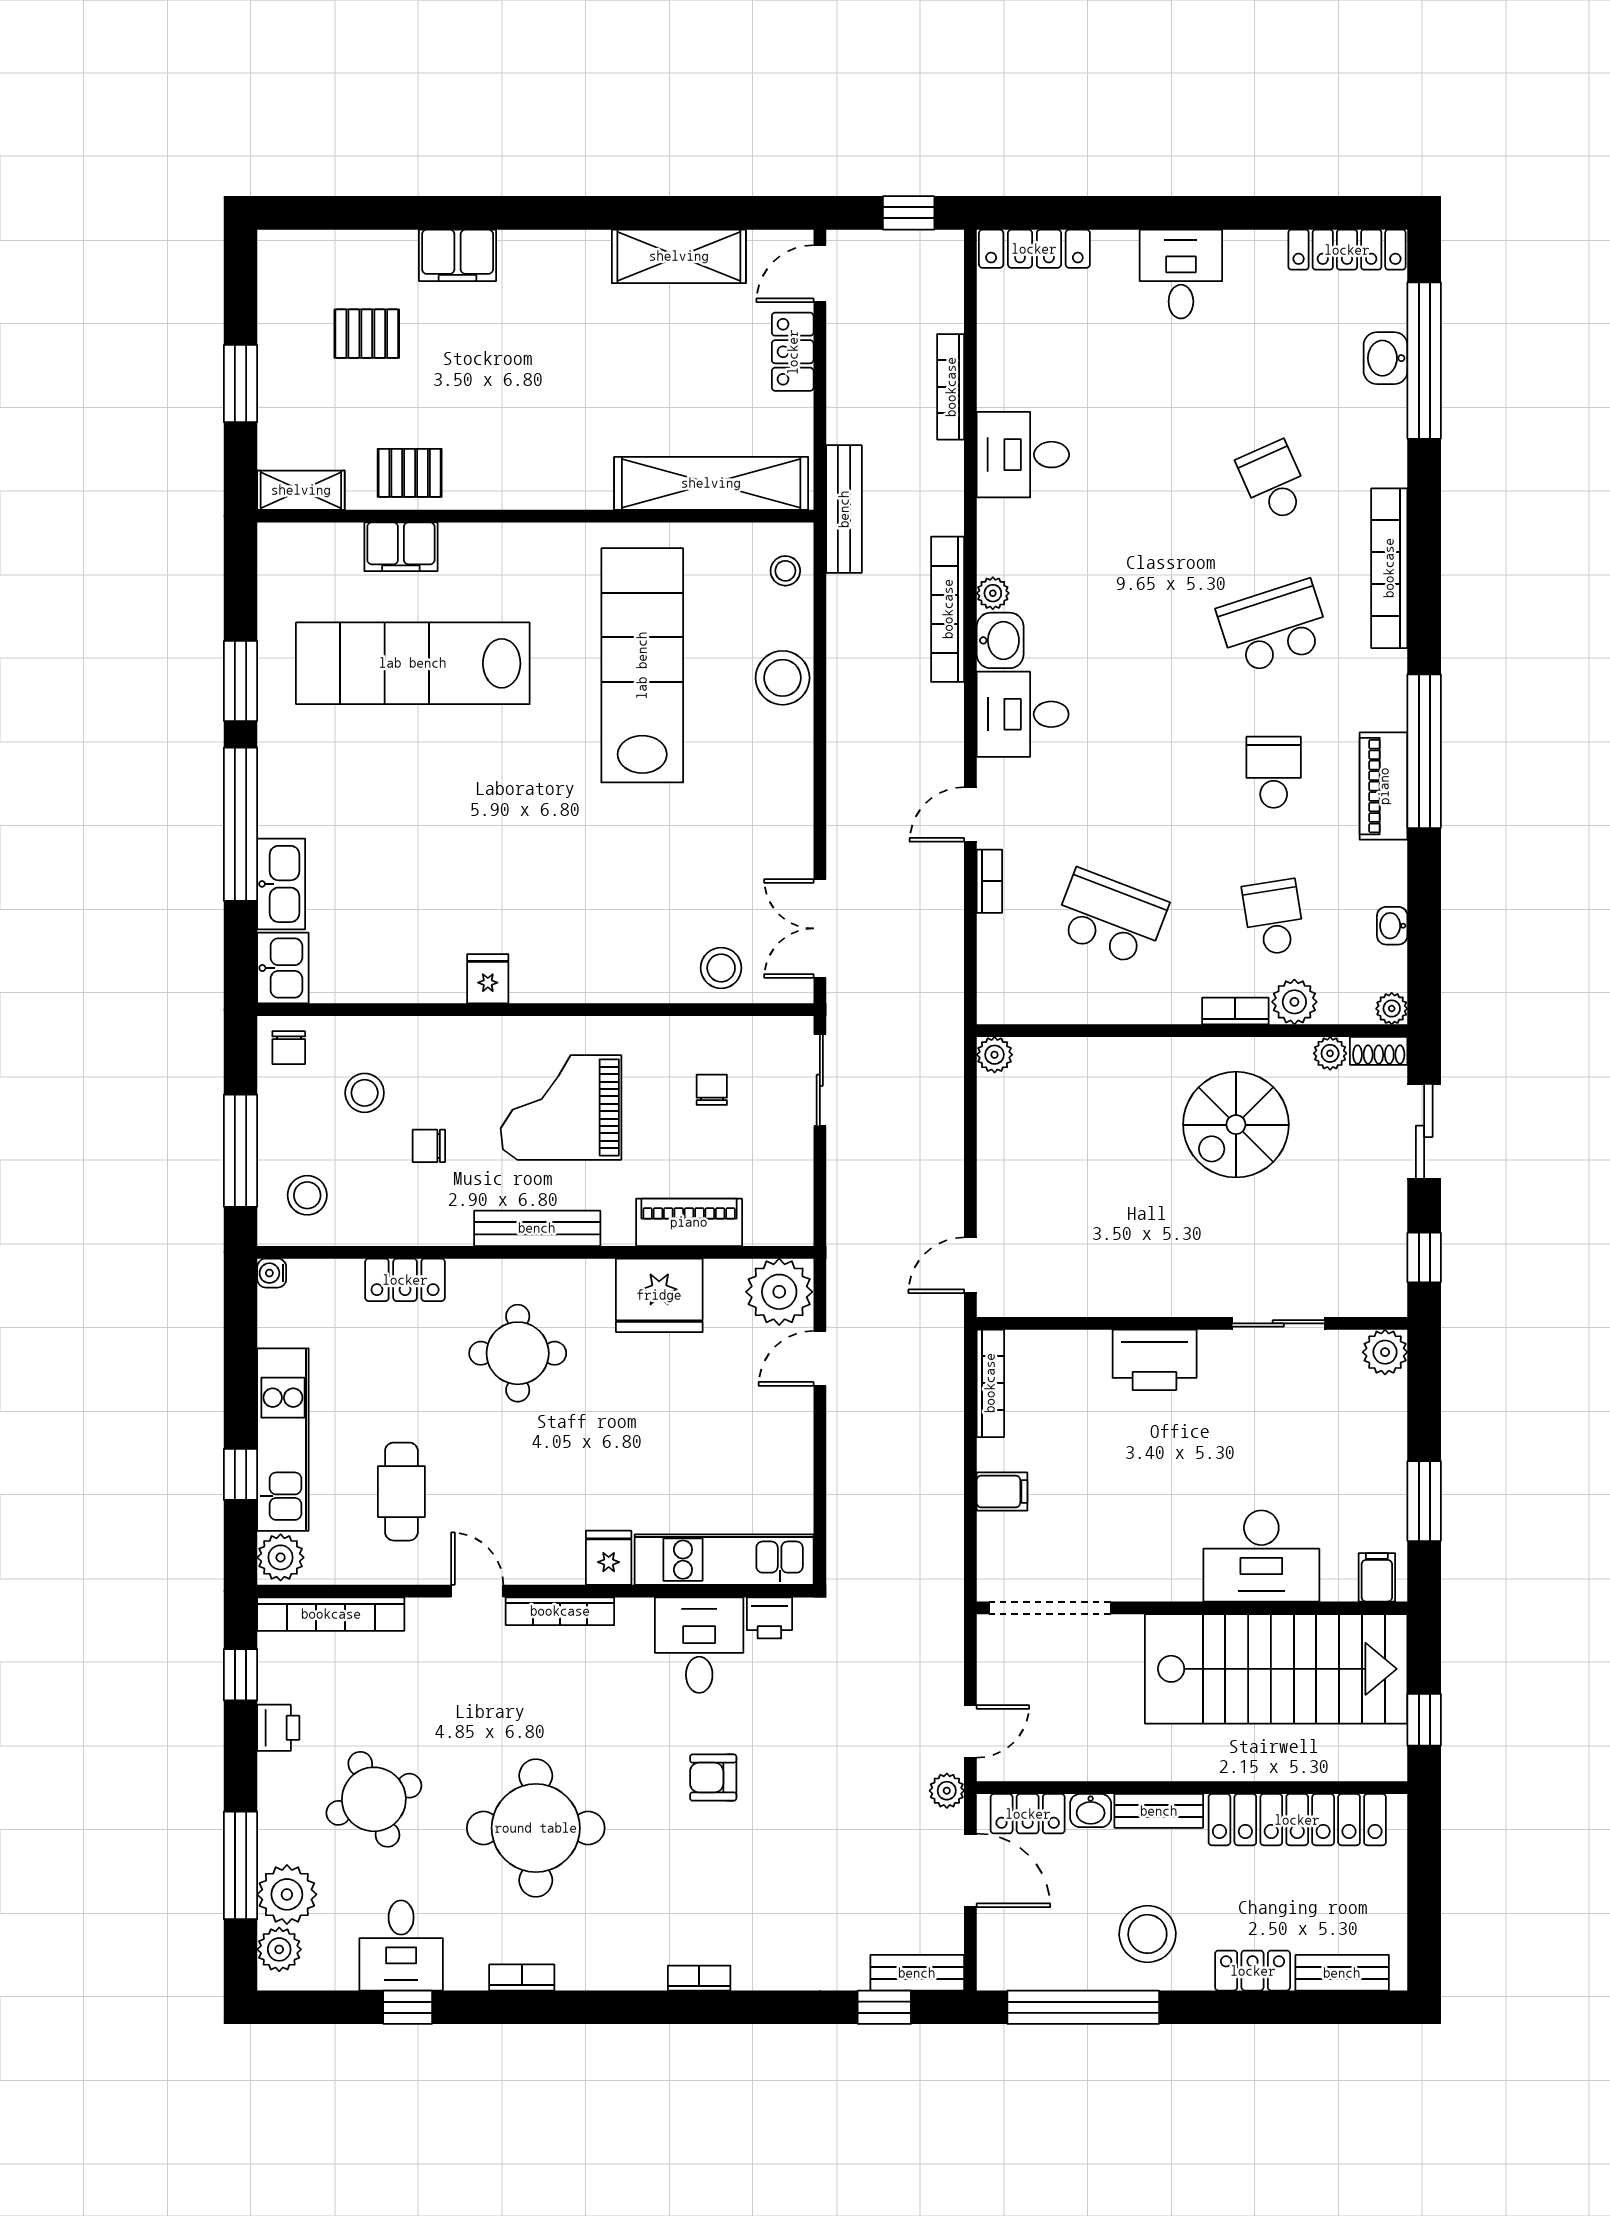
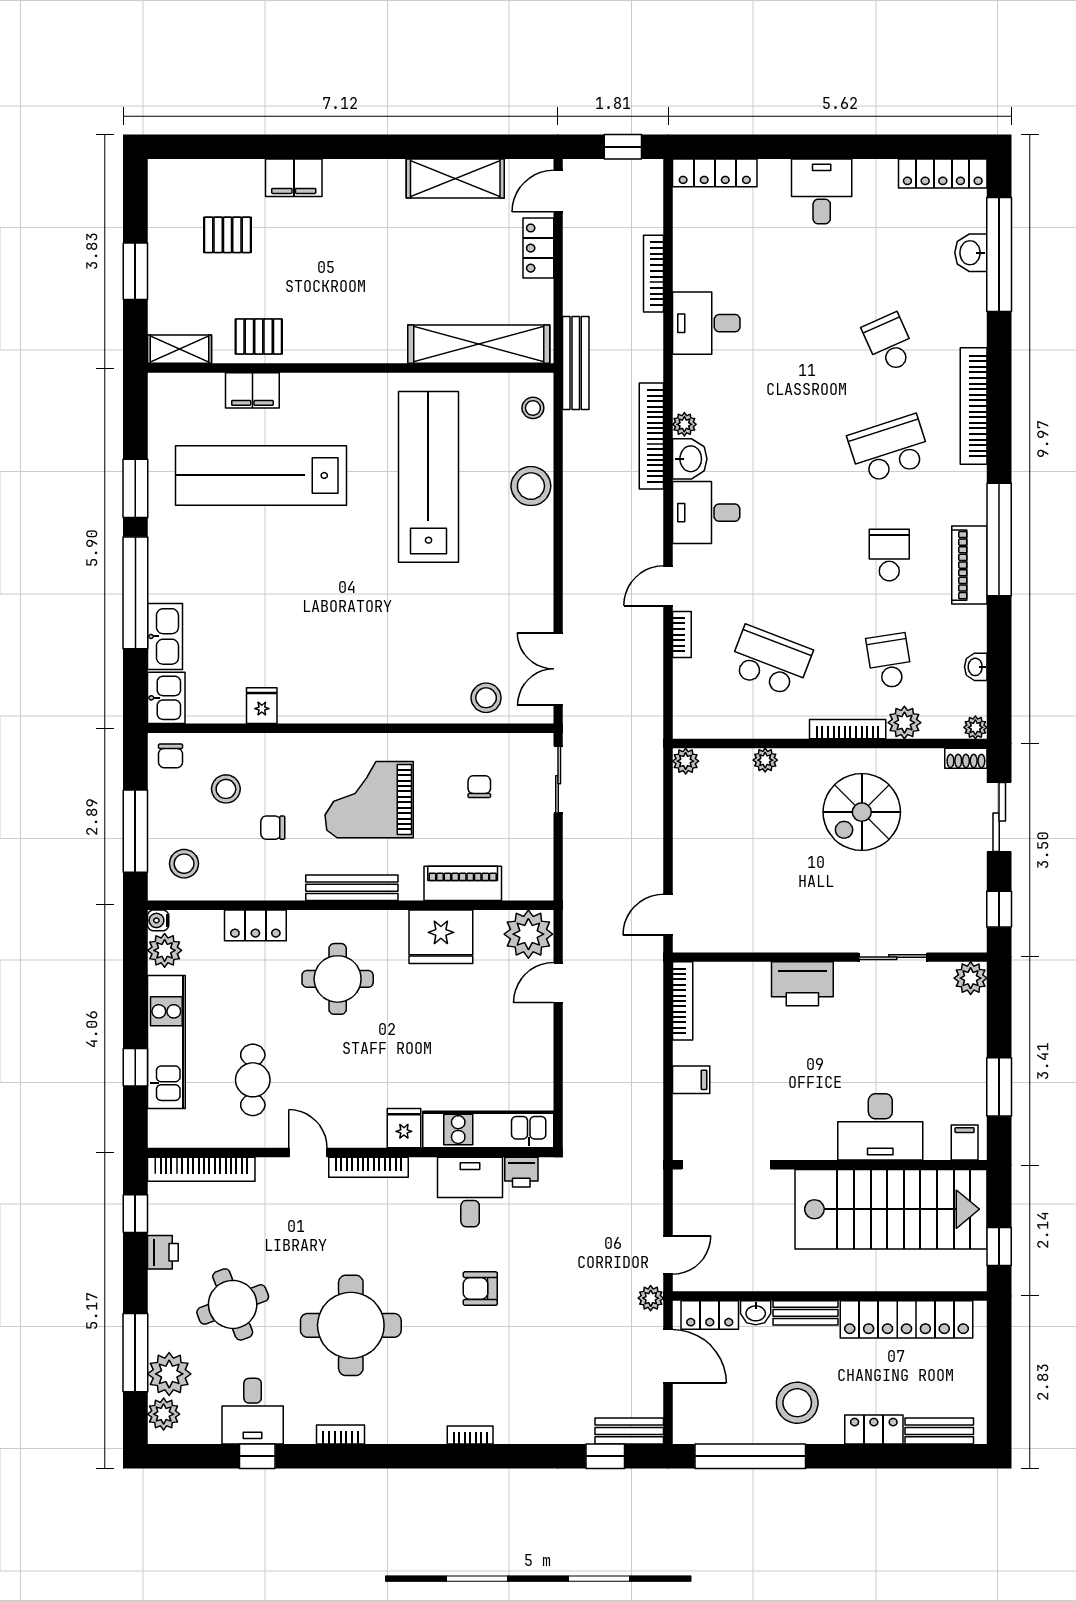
fridge: (488, 979) -> (262, 706), moved
bookcase: (1235, 1011) -> (848, 729), width x1.56
plant: (1330, 1053) -> (765, 760), moved
plant: (281, 1557) -> (165, 950), moved

